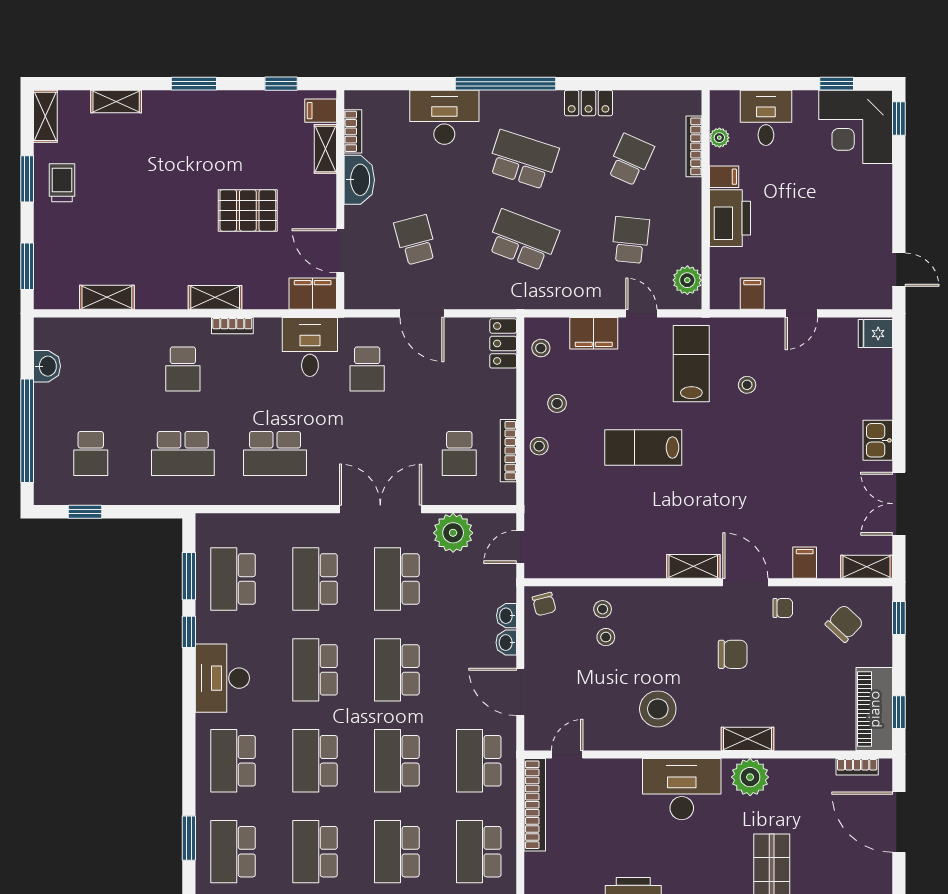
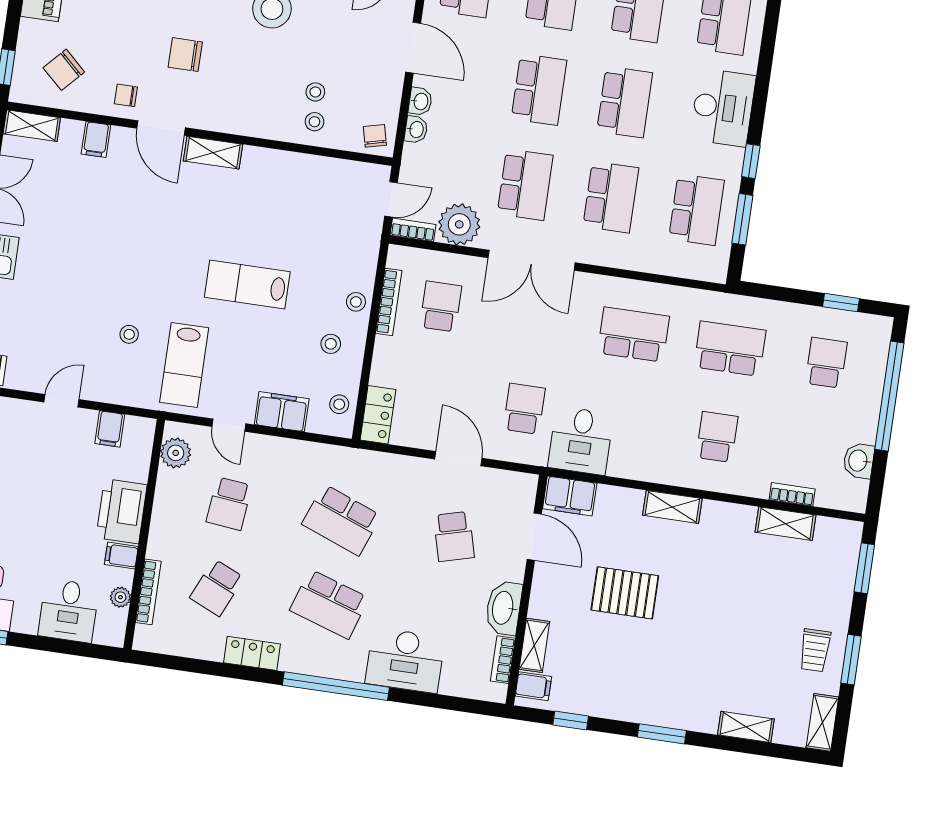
bookcase: (232, 326) -> (792, 494), moved
lab bench: (643, 448) -> (247, 285), turned 180
bookcase: (496, 521) -> (413, 230), added

